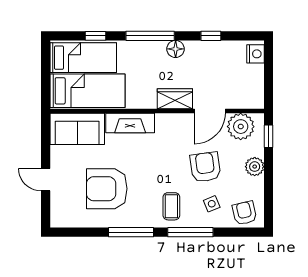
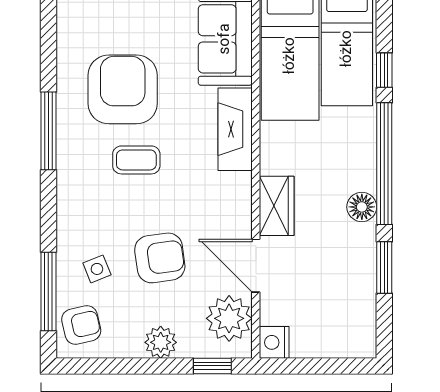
window: (150, 36) -> (384, 164), width x1.46
window: (211, 36) -> (384, 268), width x1.50
nightstand: (255, 54) -> (274, 342), moved, turned 90
coffee table: (171, 206) -> (136, 160), moved
window: (190, 232) -> (48, 292), moved

